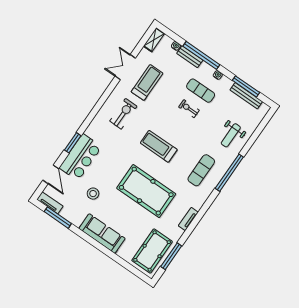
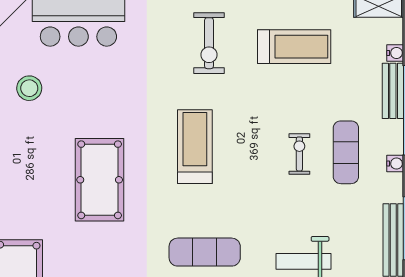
exercise bike: (123, 114) -> (209, 43), turned 90
pool table: (146, 191) -> (100, 180), width x0.73, depth x0.76

